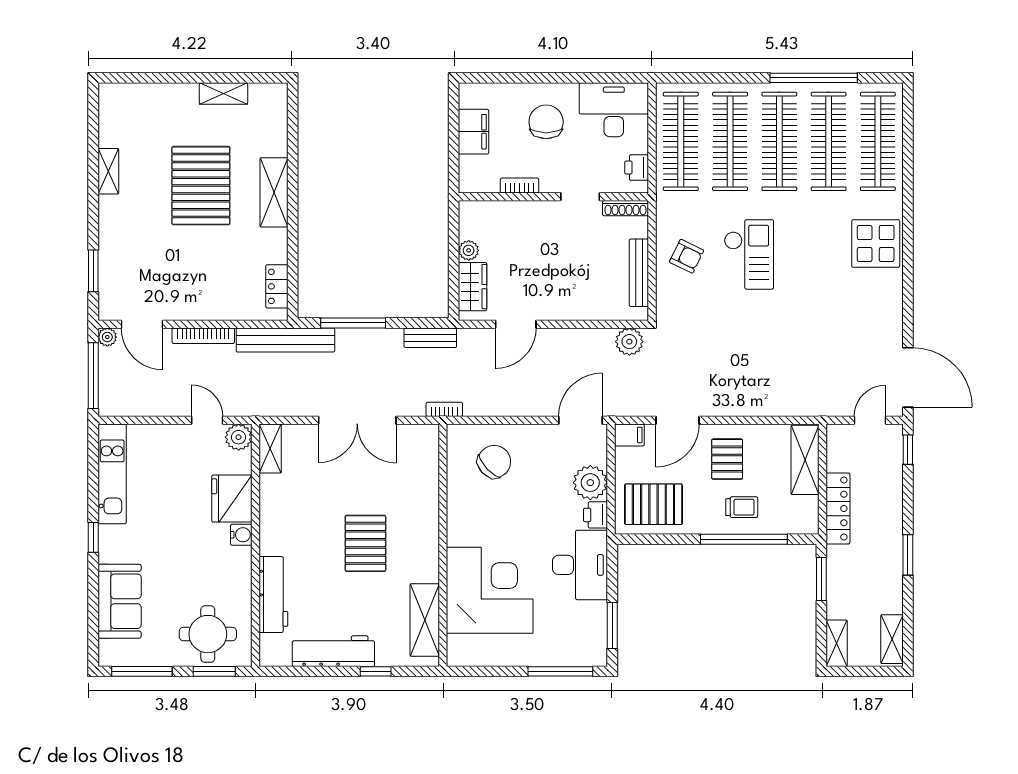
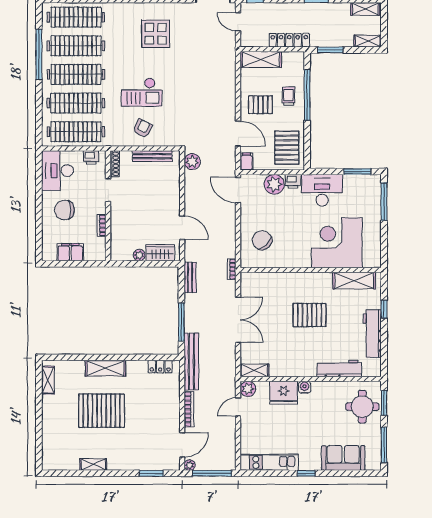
shelving: (223, 93) -> (48, 380), moved
display table: (876, 244) -> (156, 34), moved
checkout: (749, 254) -> (142, 92), turned 180

